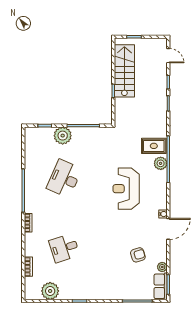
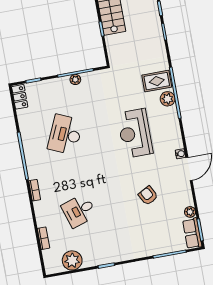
plant: (63, 136) -> (75, 80), moved, width x0.53, depth x0.53
locker: (30, 138) -> (20, 97), added
armchair: (138, 255) -> (148, 196), moved, turned -101

